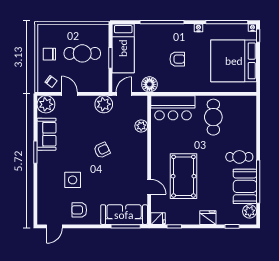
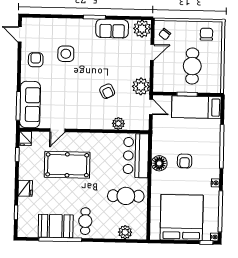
chair: (49, 54) -> (206, 34), moved
floor lamp: (149, 84) -> (159, 163), moved
armchair: (102, 150) -> (107, 91), moved
plant: (250, 211) -> (125, 232), moved

